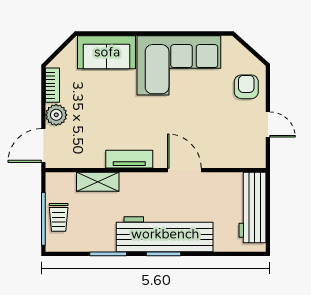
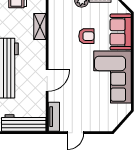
armchair: (246, 87) -> (86, 36), moved
tv unit: (129, 159) -> (54, 117), moved

